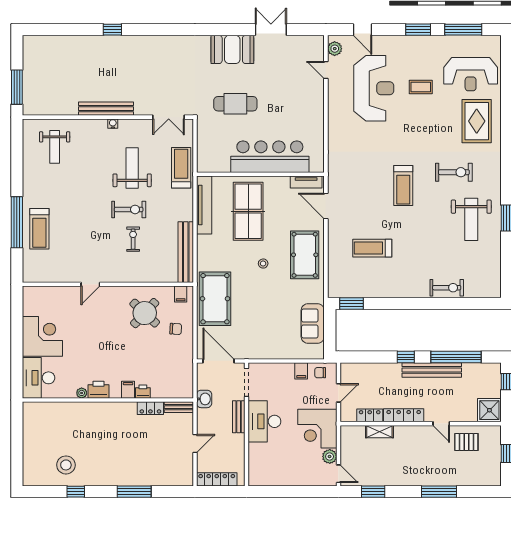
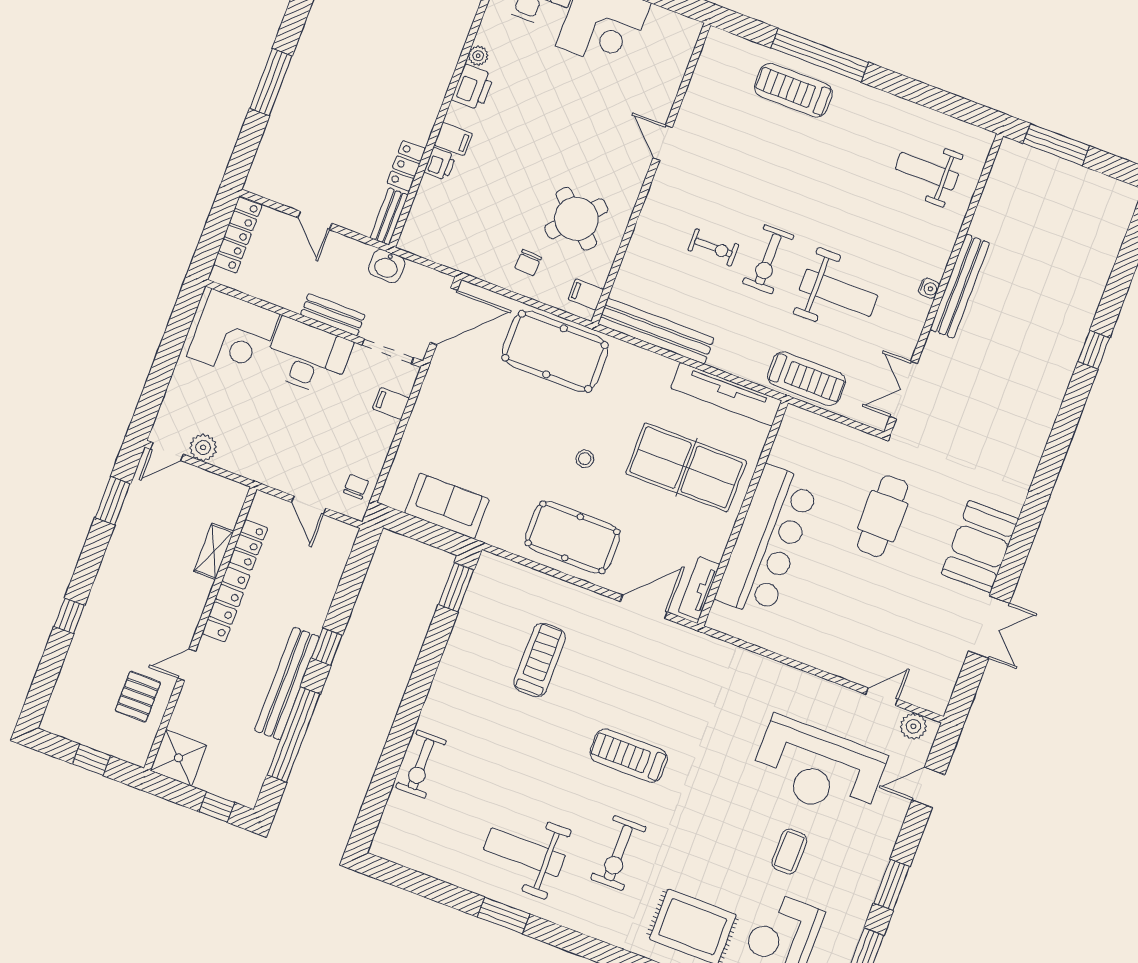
filing cabinet: (301, 371) -> (391, 403), moved
corner desk: (317, 429) -> (233, 335), moved, turned 180
window: (439, 492) -> (69, 616), width x0.46

